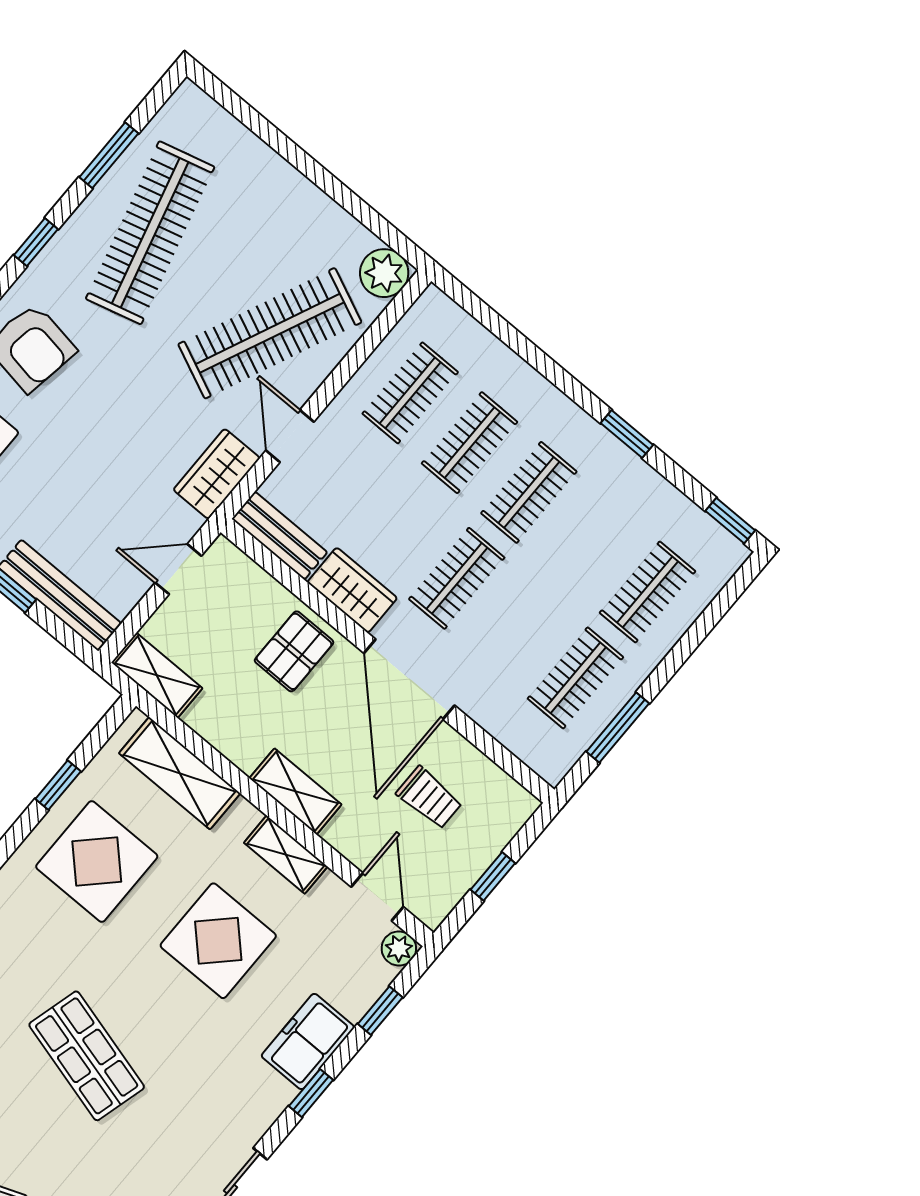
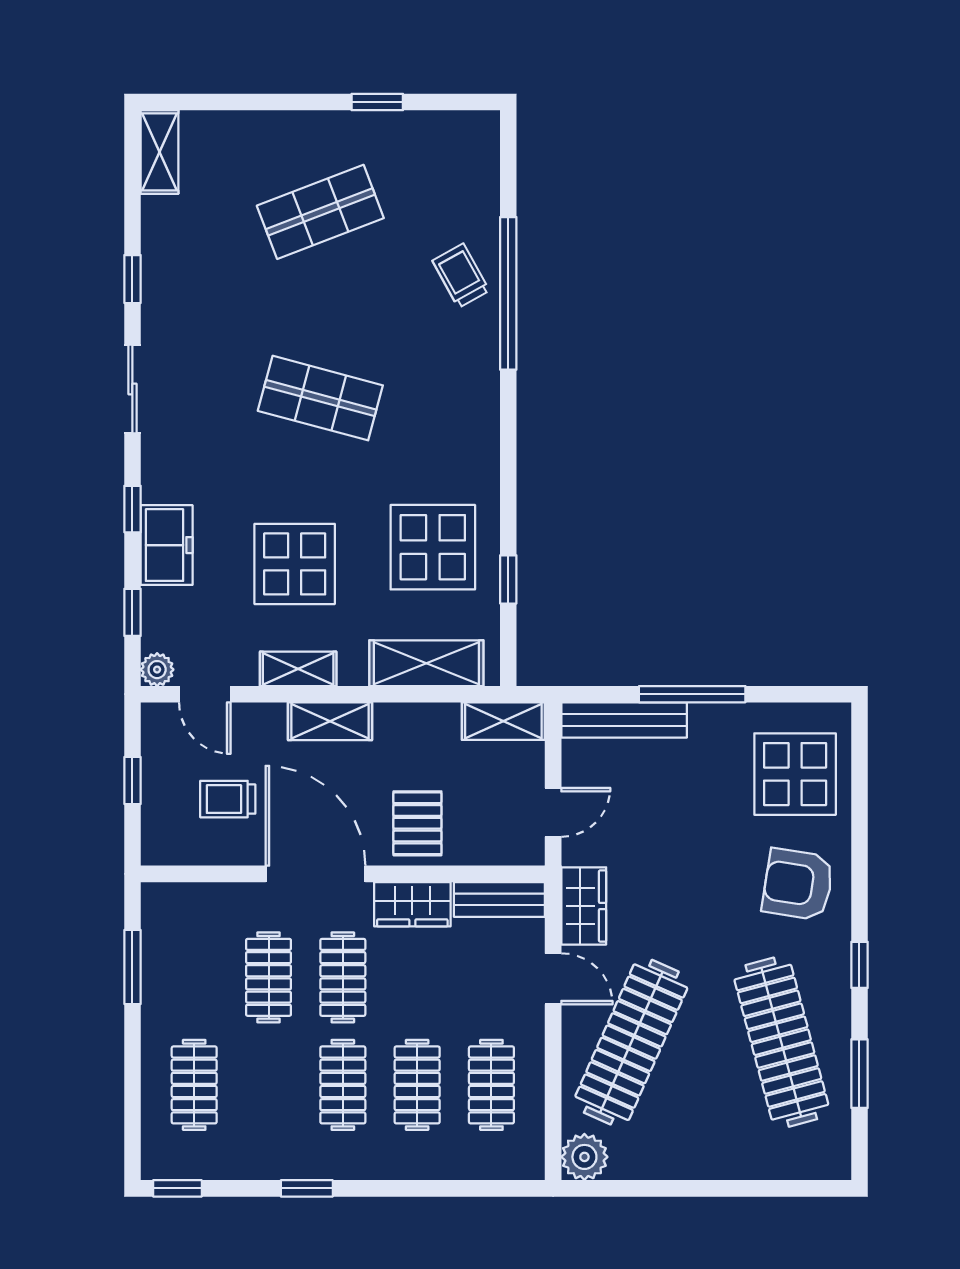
clothes rail: (575, 678) -> (269, 977), moved

